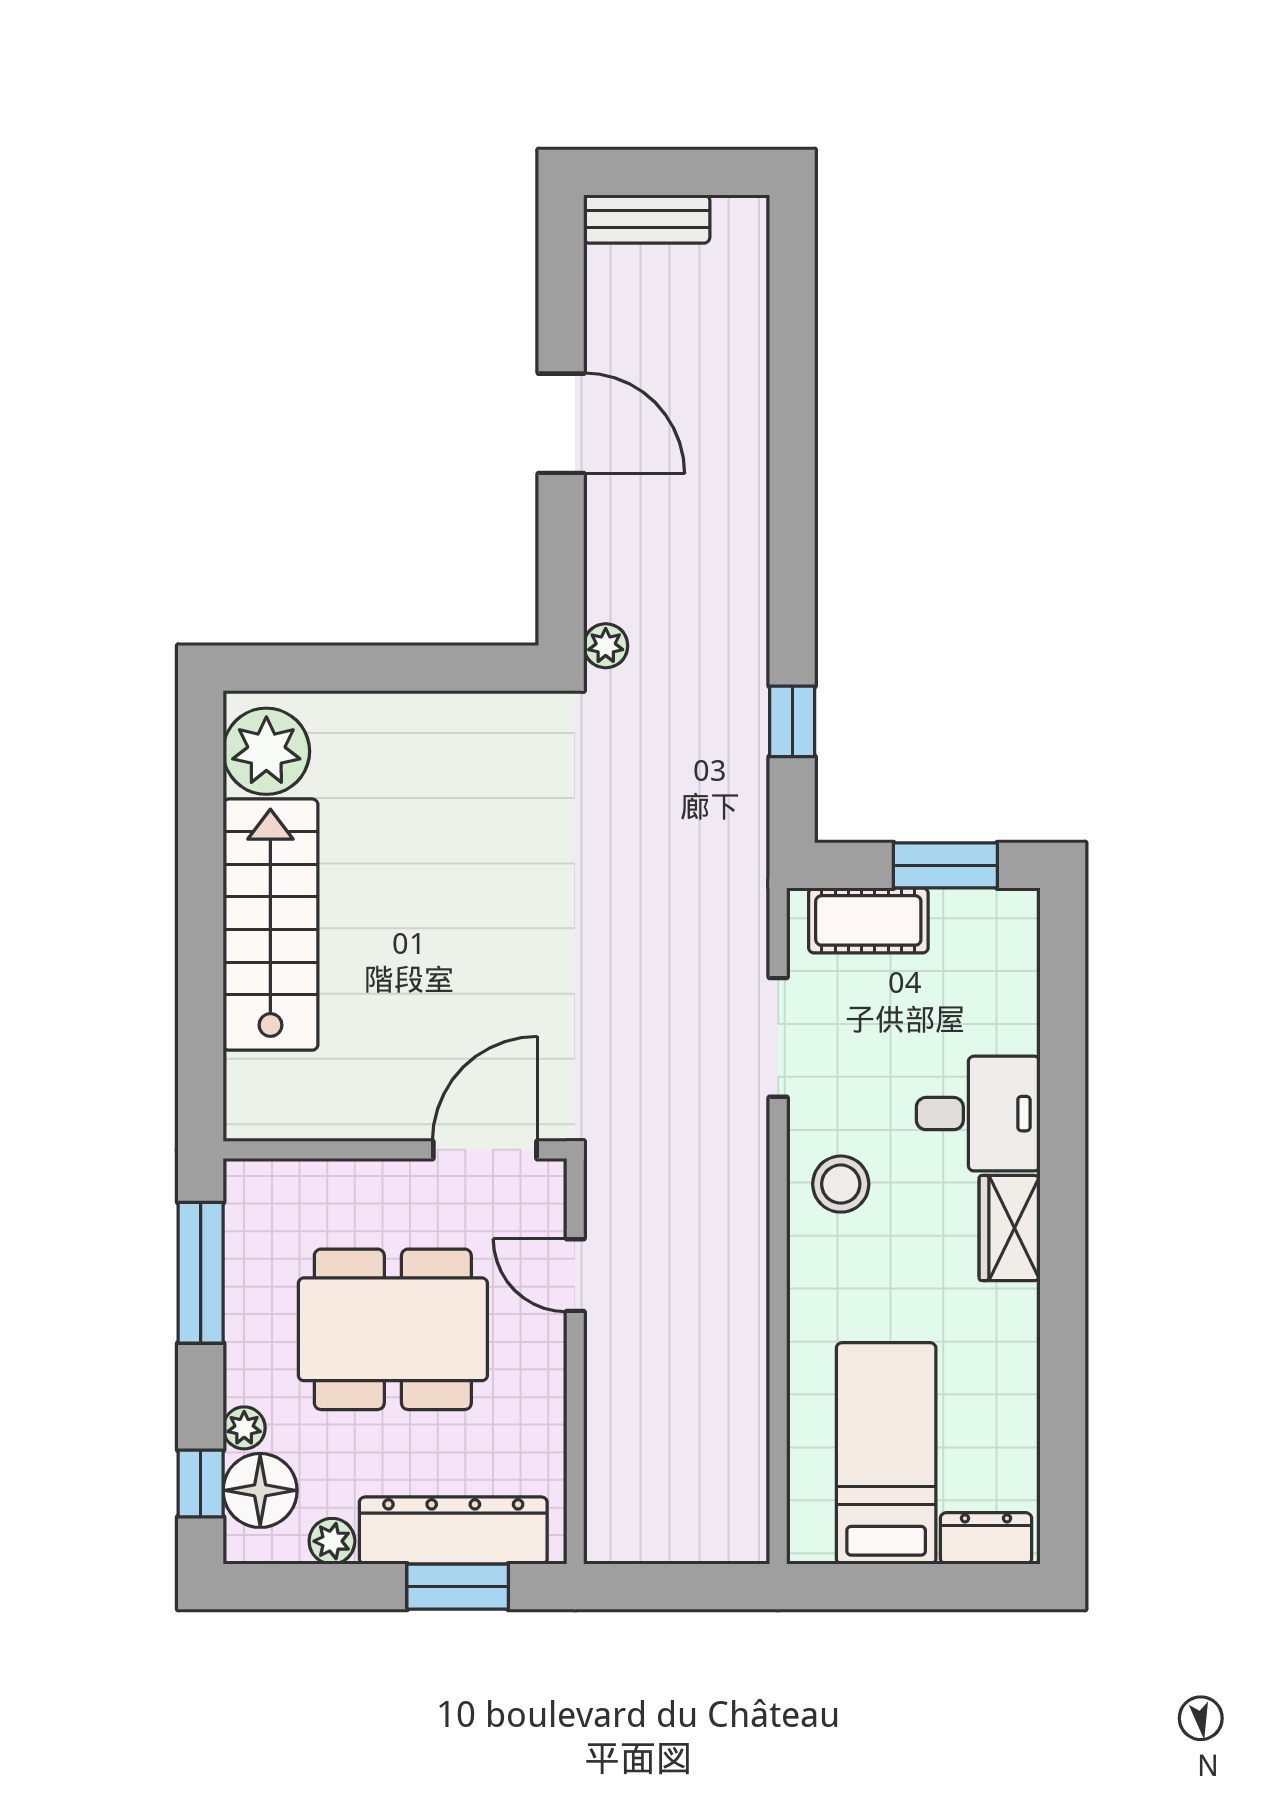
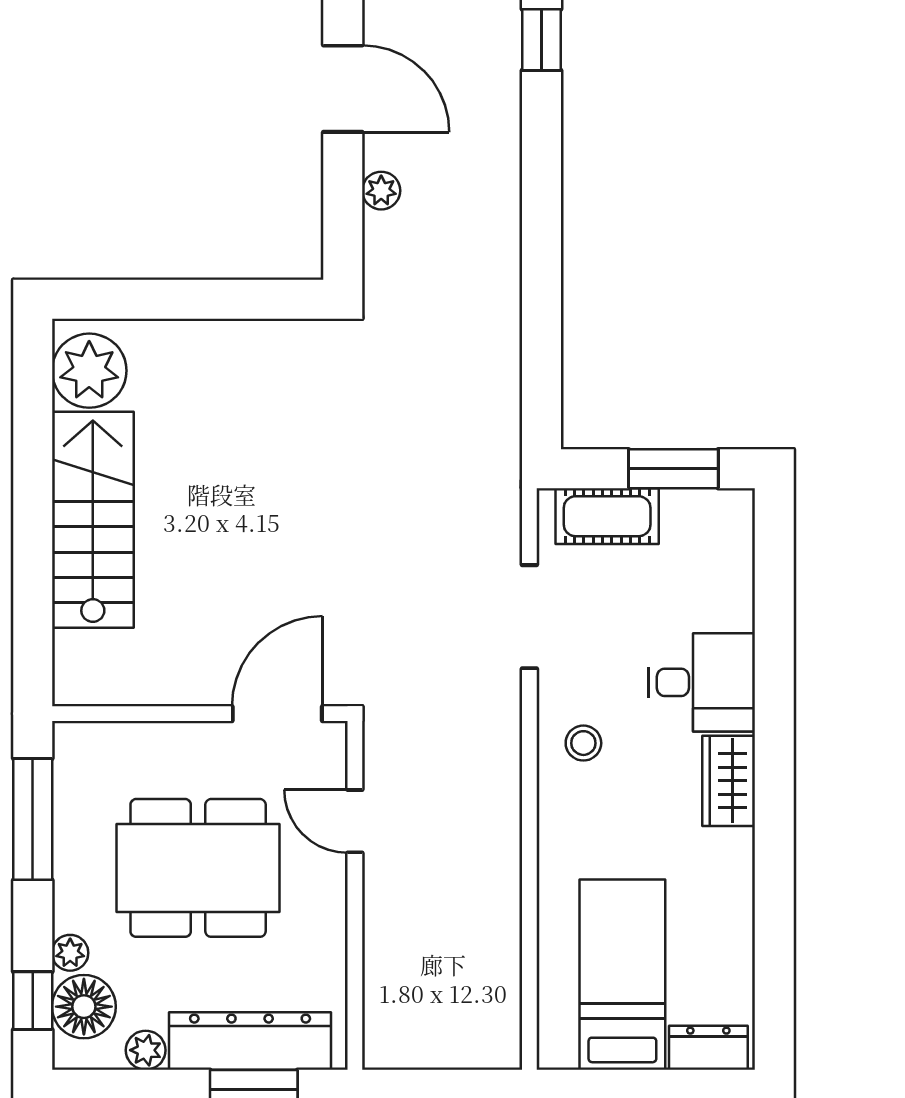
plant: (606, 646) -> (381, 191), moved
window: (792, 721) -> (542, 40), moved
stool: (841, 1184) -> (583, 743), width x0.73, depth x0.73

